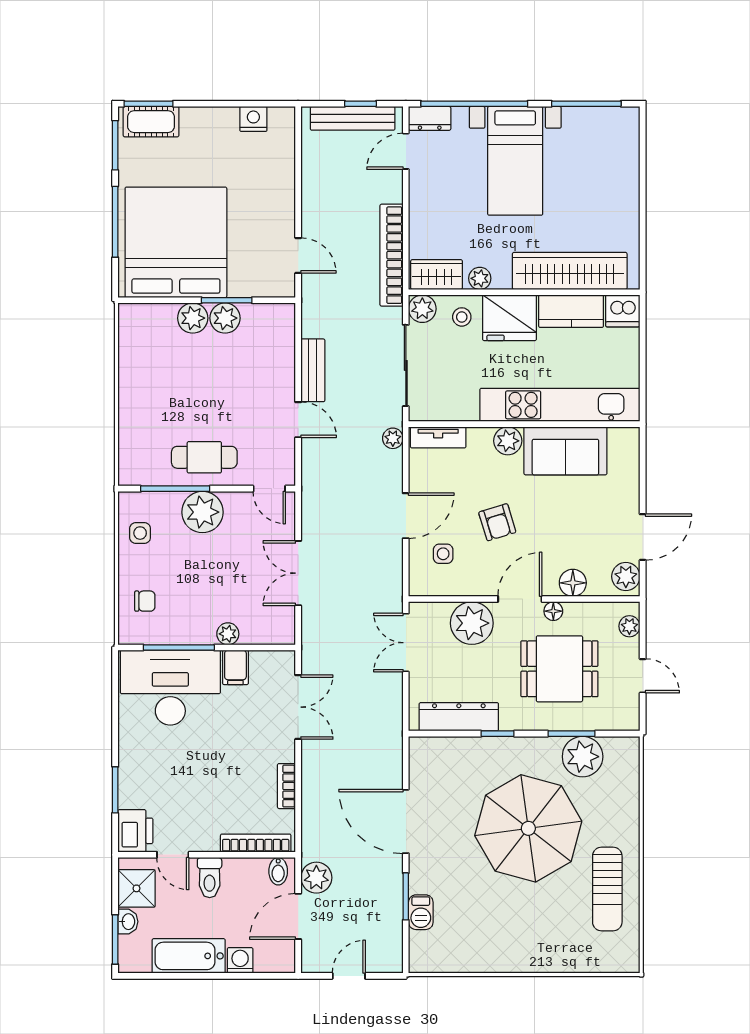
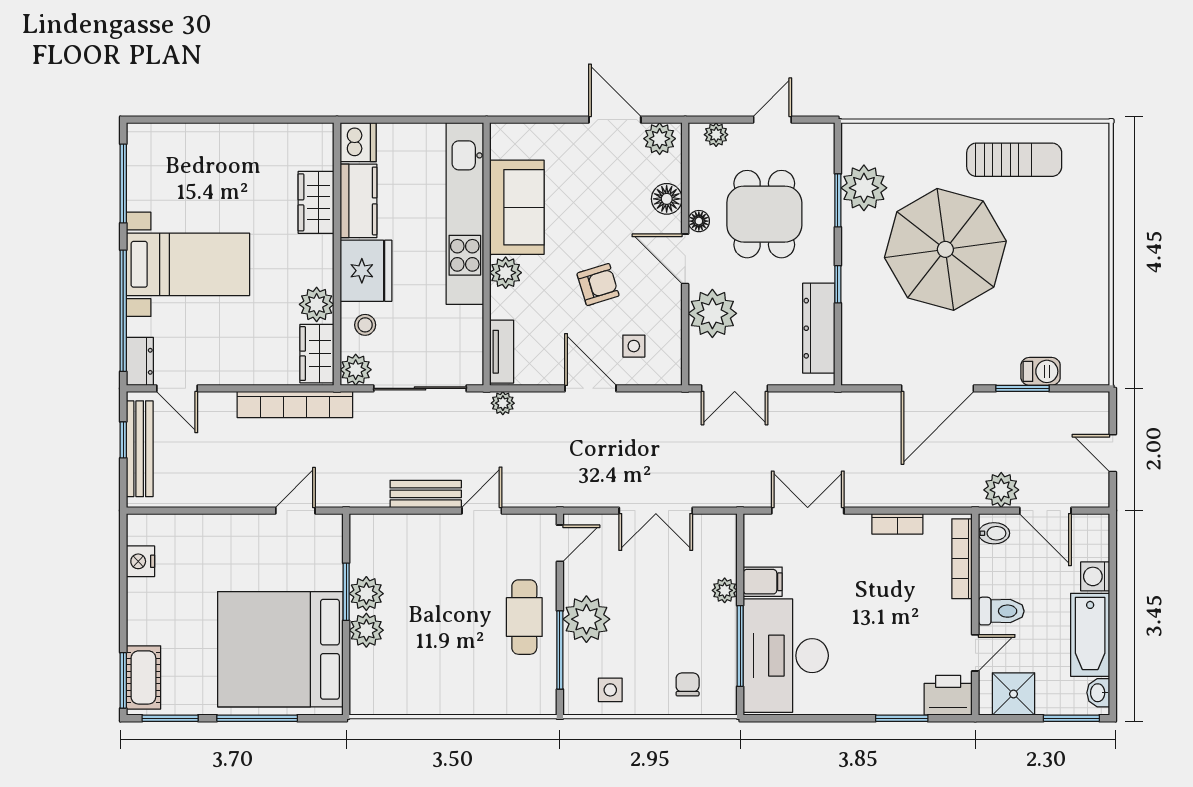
wardrobe: (570, 271) -> (316, 202), width x0.48, depth x0.85
plant: (480, 278) -> (317, 304), width x1.38, depth x1.38
washbasin: (128, 922) -> (1098, 693), moved, turned -90

